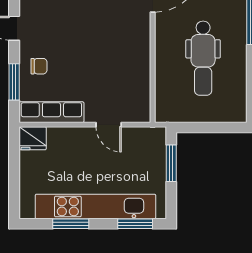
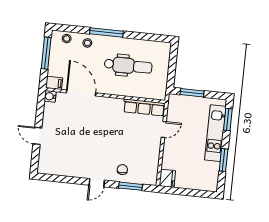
row of seats: (51, 112) -> (144, 107), moved, turned -90
kitchen unit: (95, 206) -> (215, 133), width x0.73

